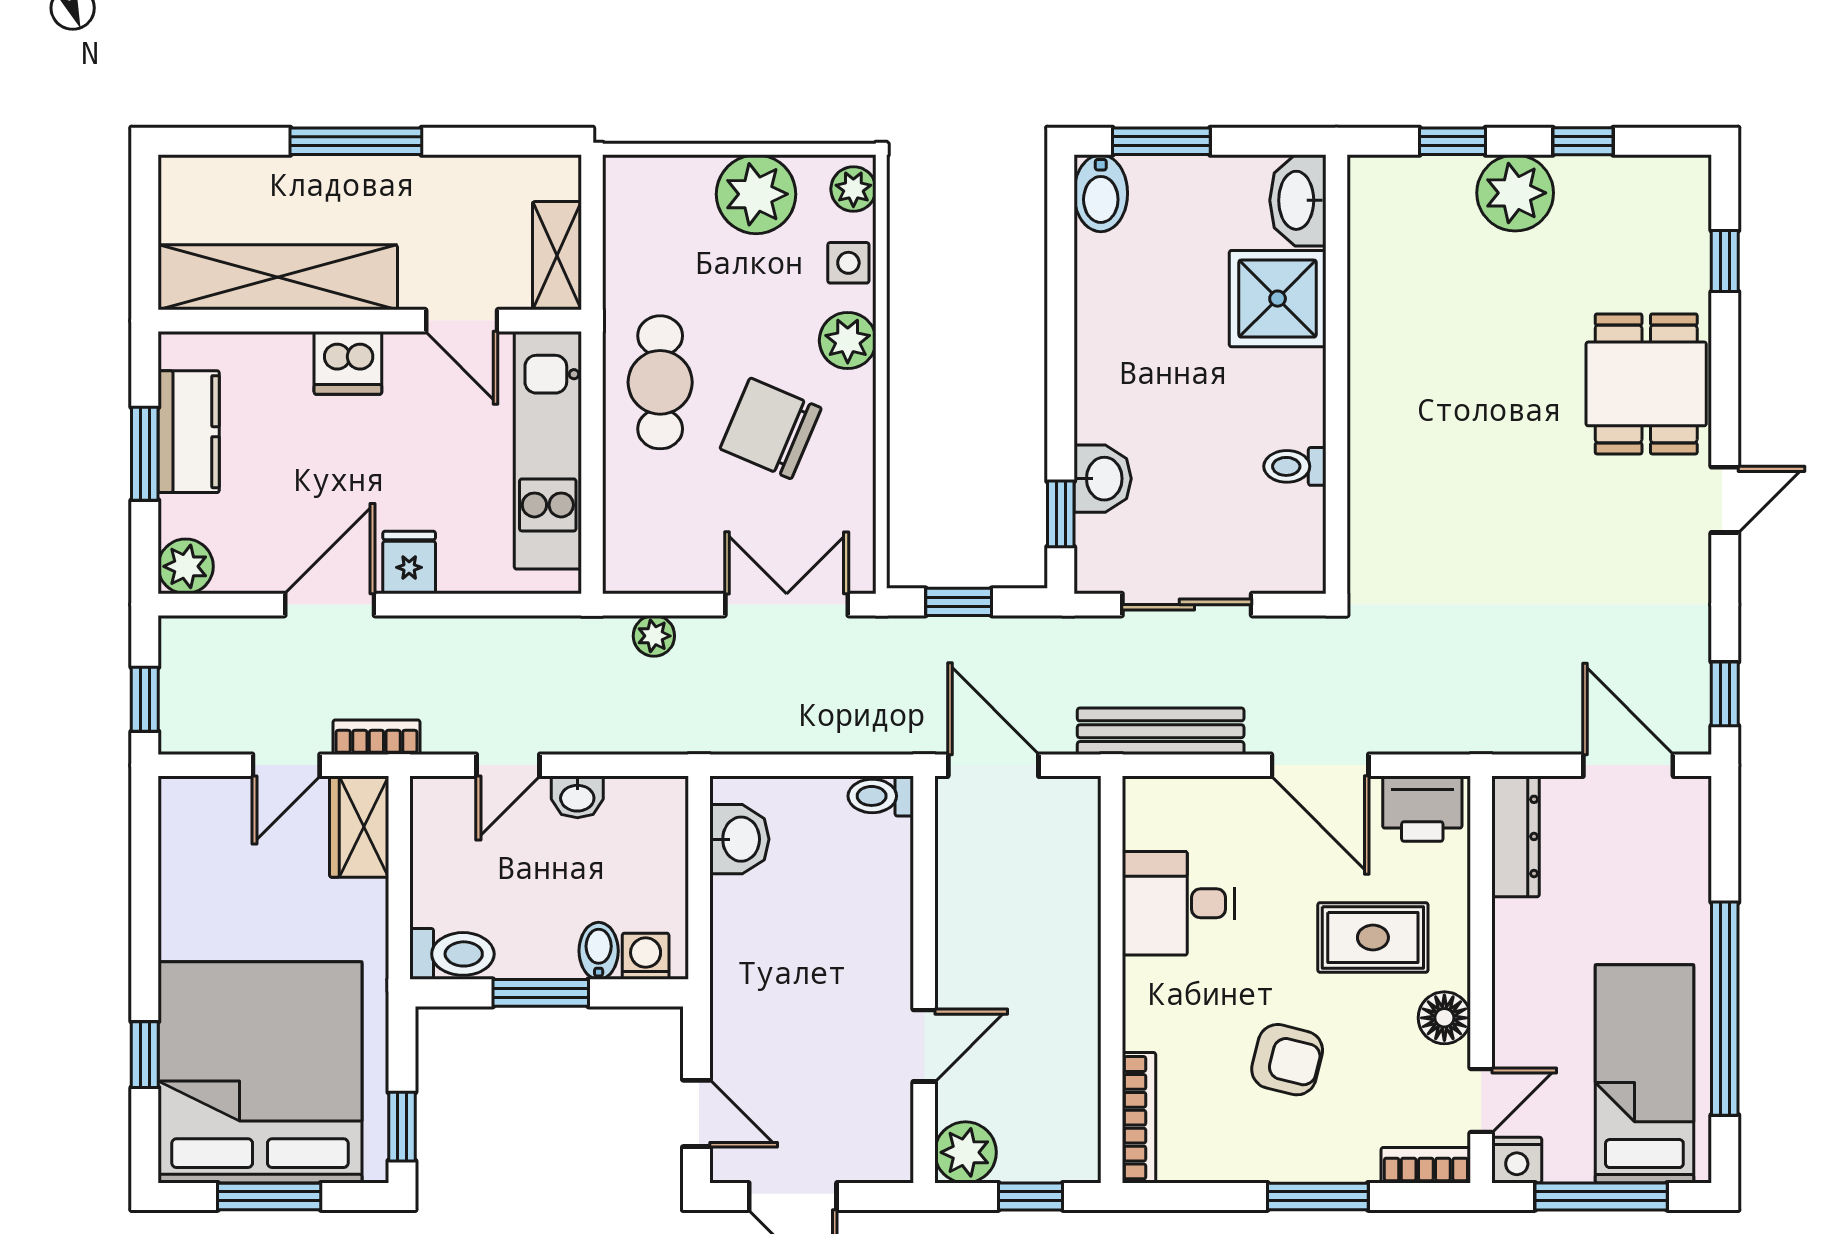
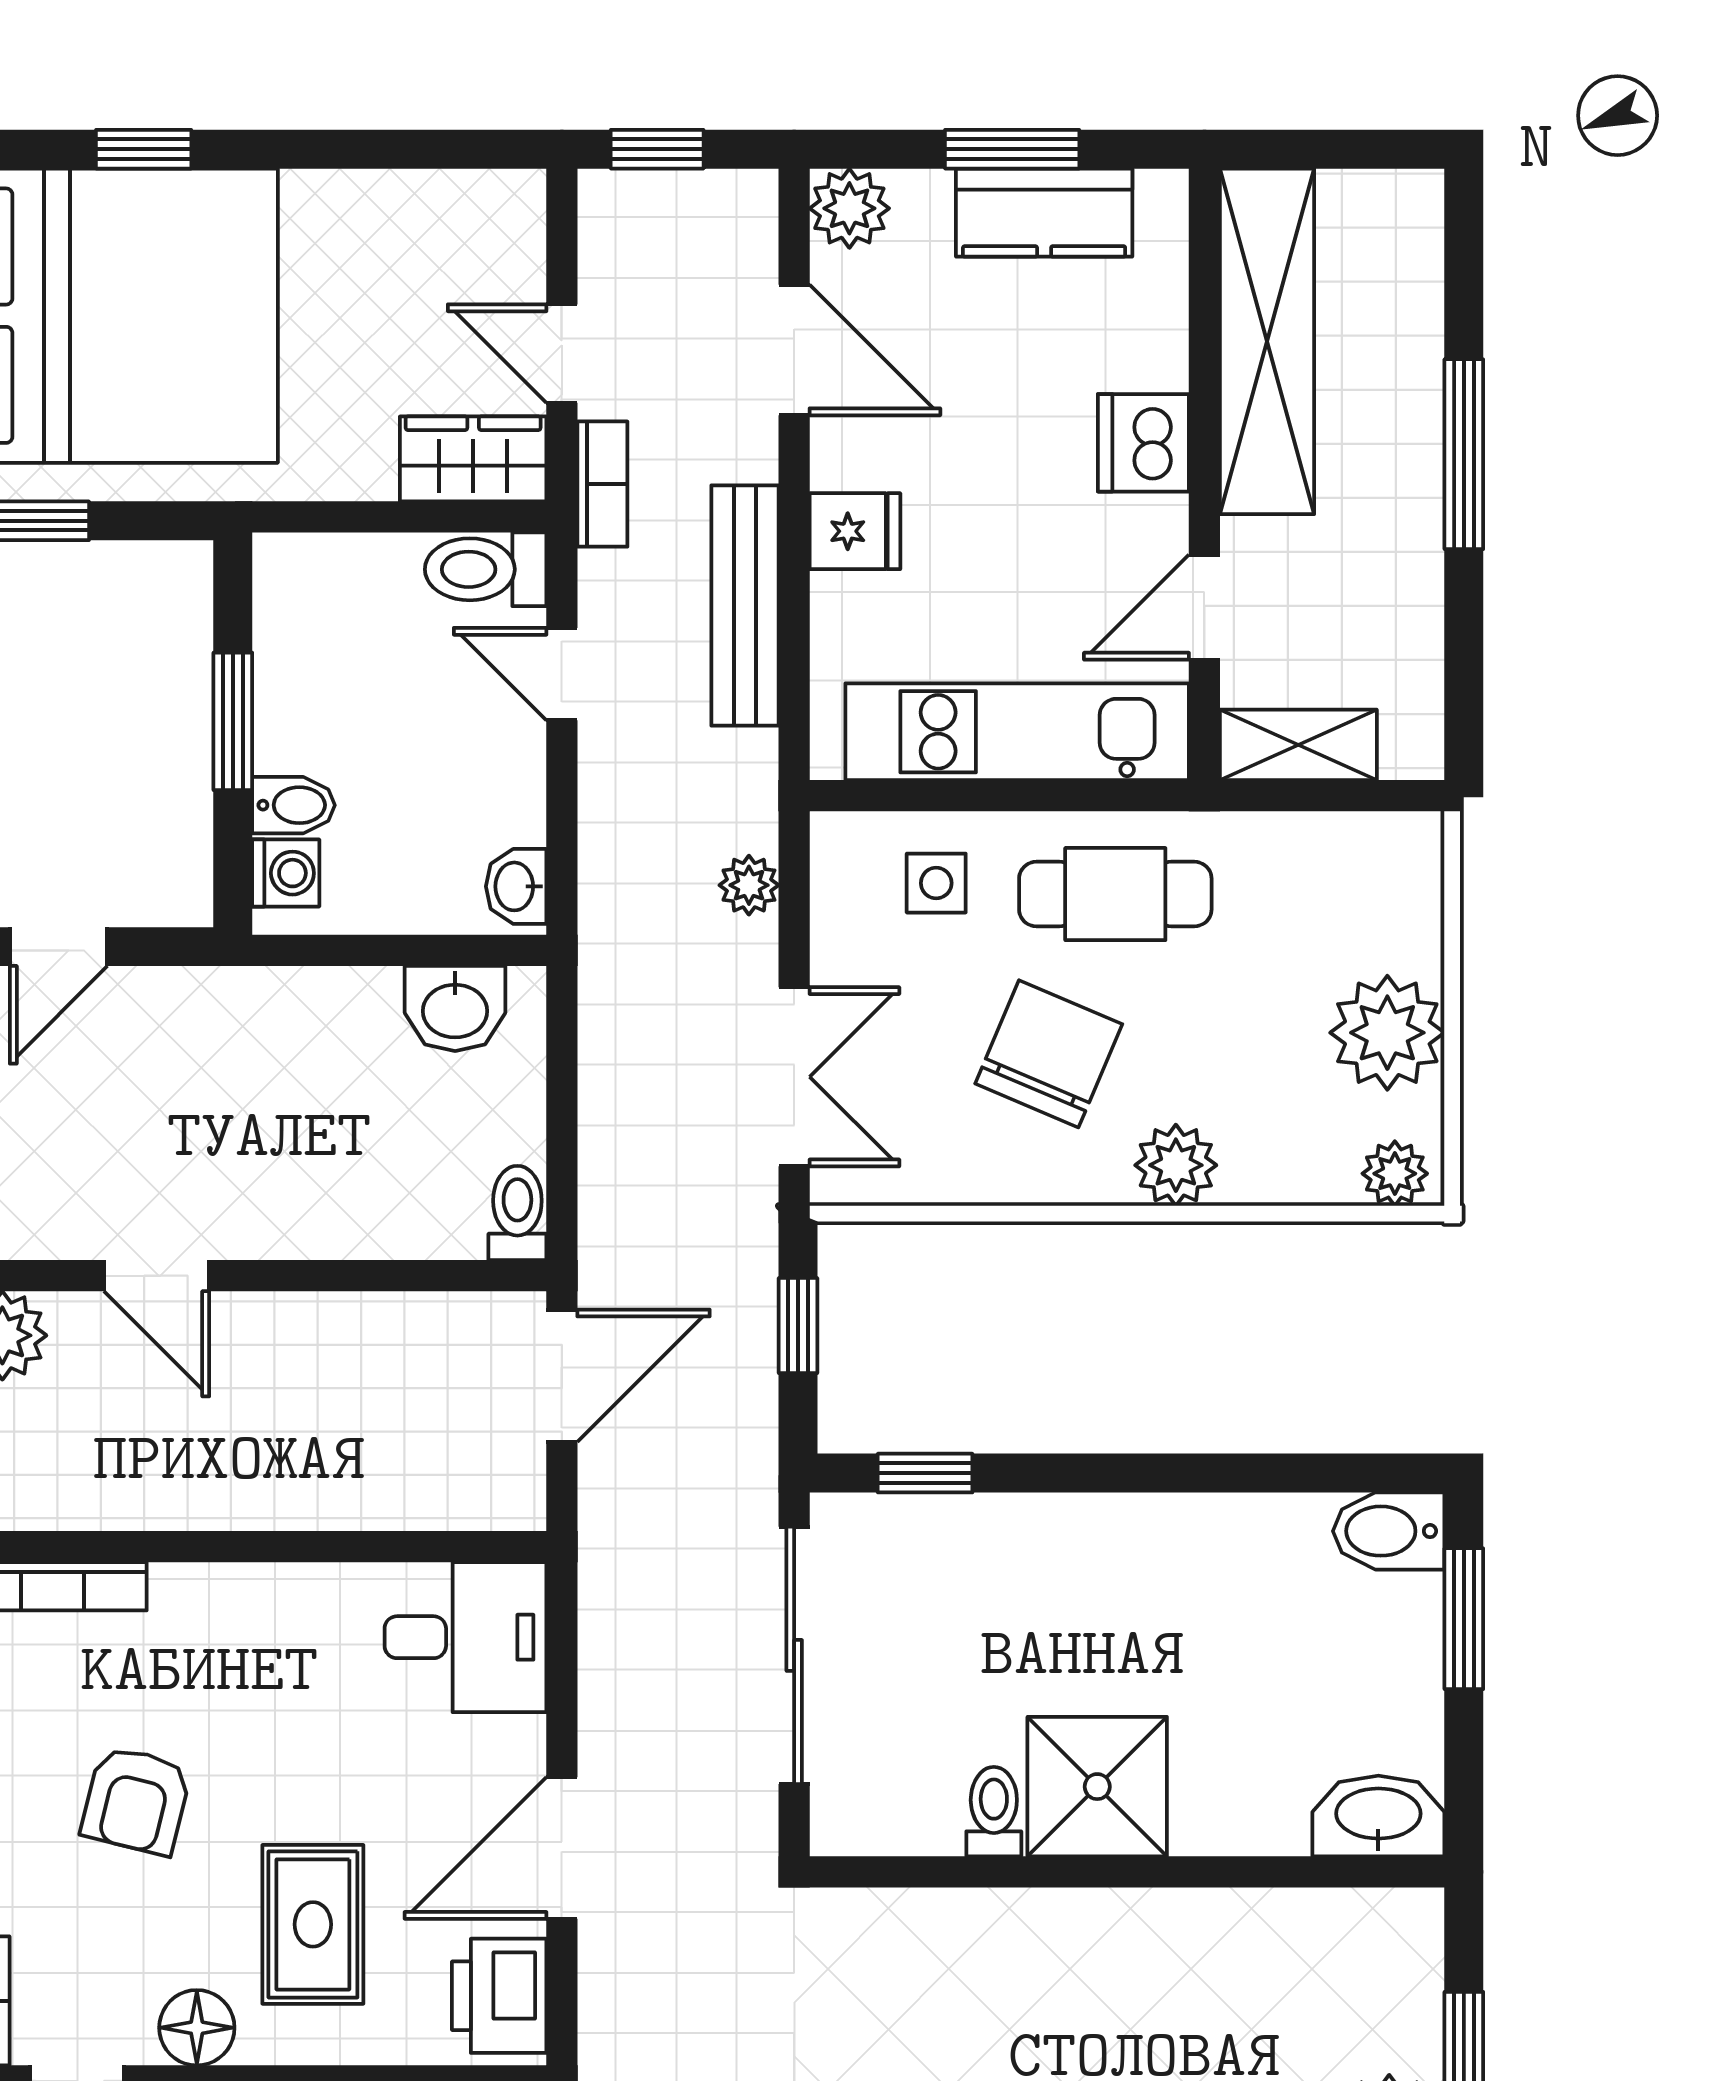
side table: (848, 263) -> (936, 883), moved
shower: (1278, 299) -> (1097, 1787), moved
washbasin: (1103, 479) -> (976, 1534), removed
door: (330, 605) -> (794, 350), moved
sliding door: (1187, 605) -> (794, 1655), width x1.37
bench: (1161, 731) -> (745, 605), moved
washbasin: (577, 797) -> (516, 886), moved
desk: (1178, 903) -> (465, 1637), moved, turned 90
toilet: (452, 954) -> (486, 569), moved, turned 90

